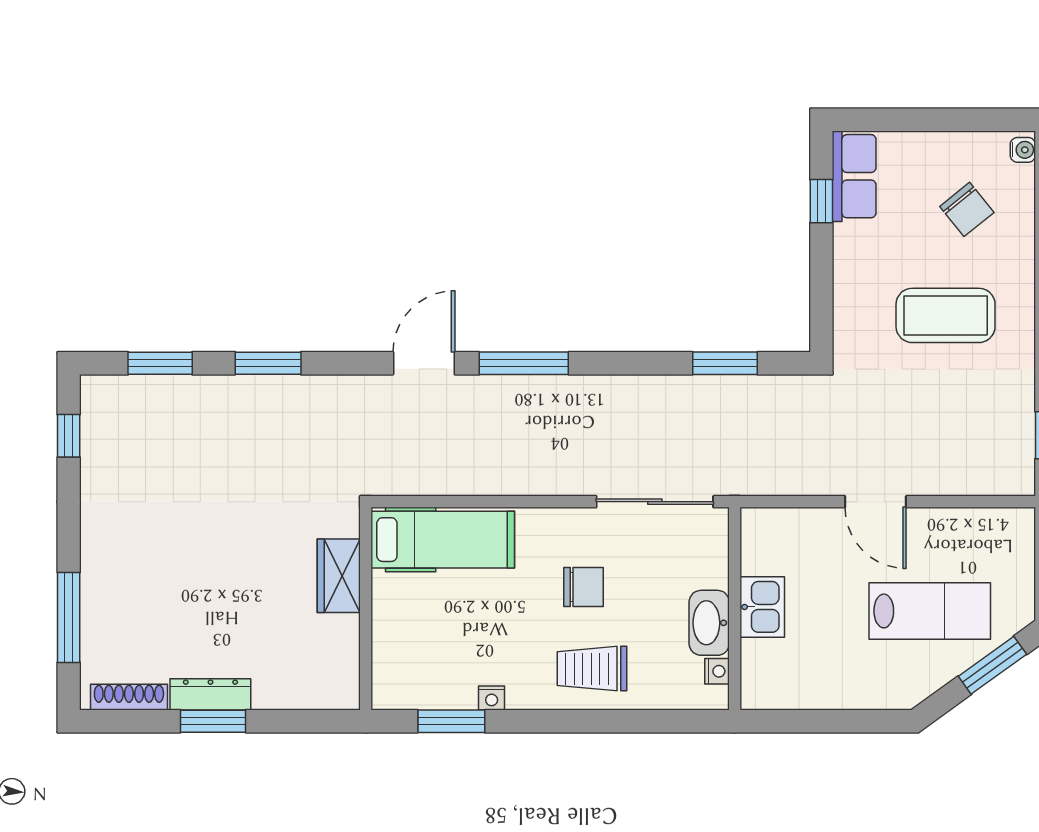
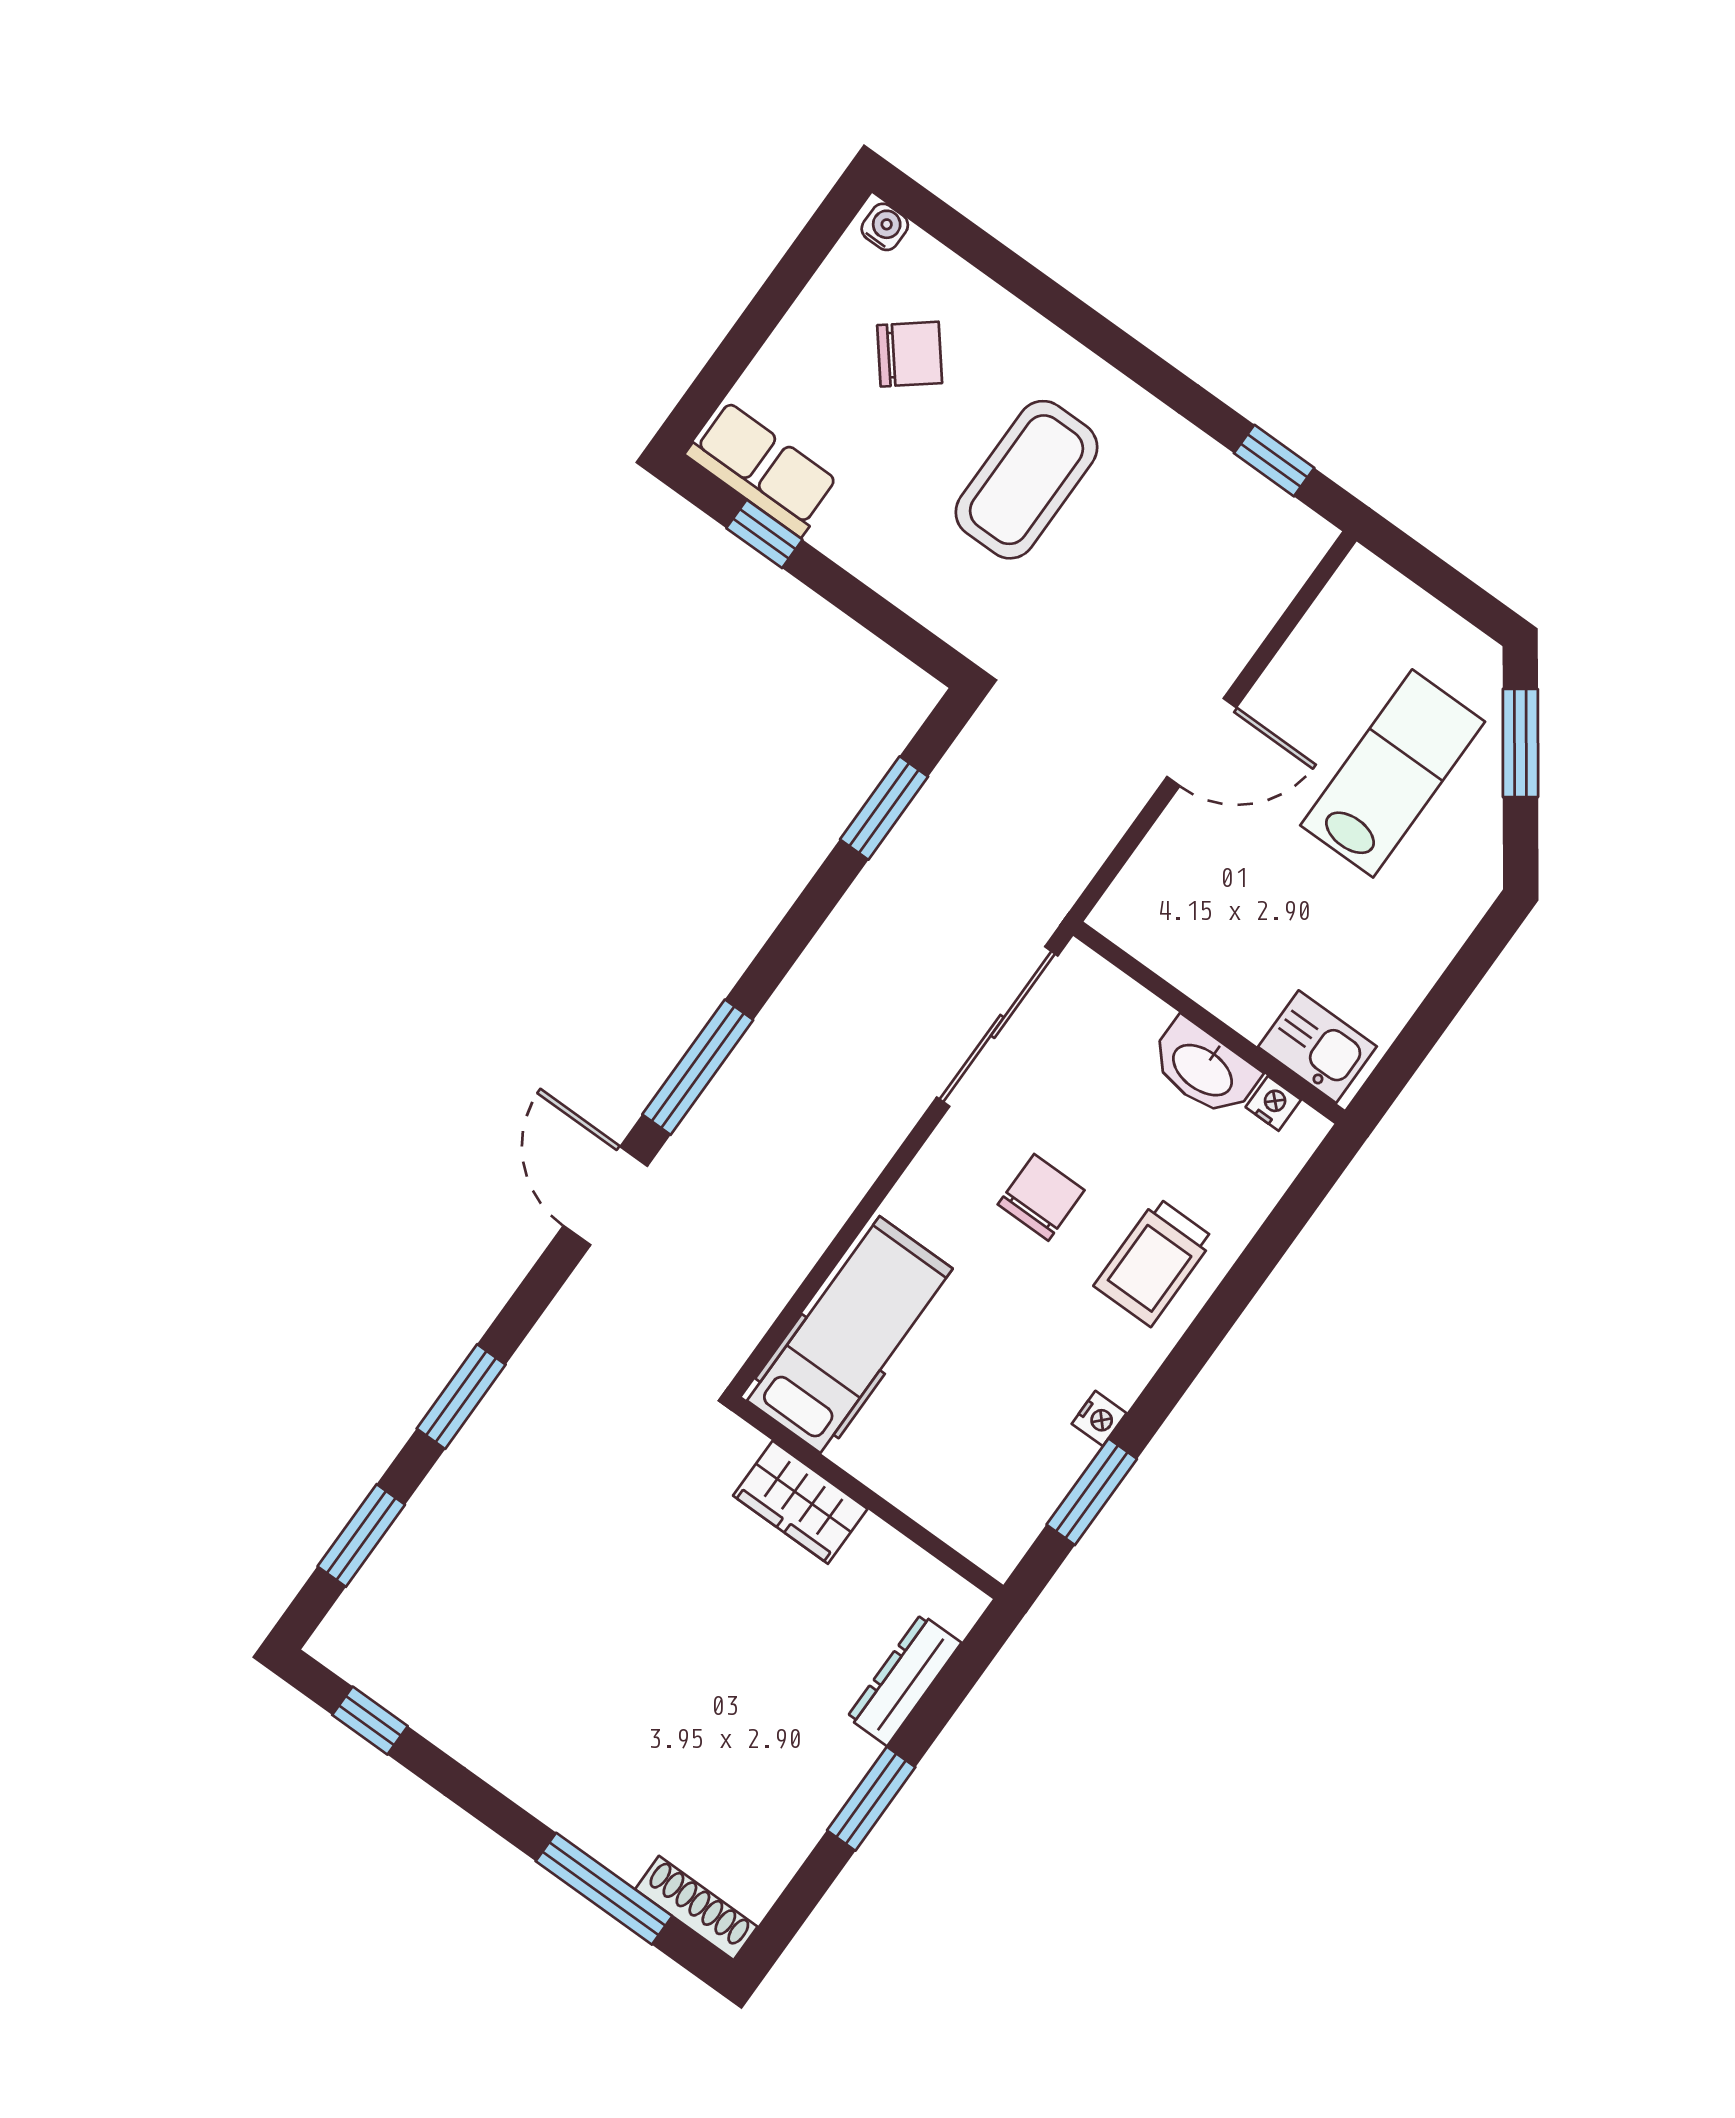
kitchen sink: (762, 607) -> (1317, 1047), moved
dresser: (210, 694) -> (904, 1680), moved
shoe rack: (129, 697) -> (696, 1908), moved, turned 90

